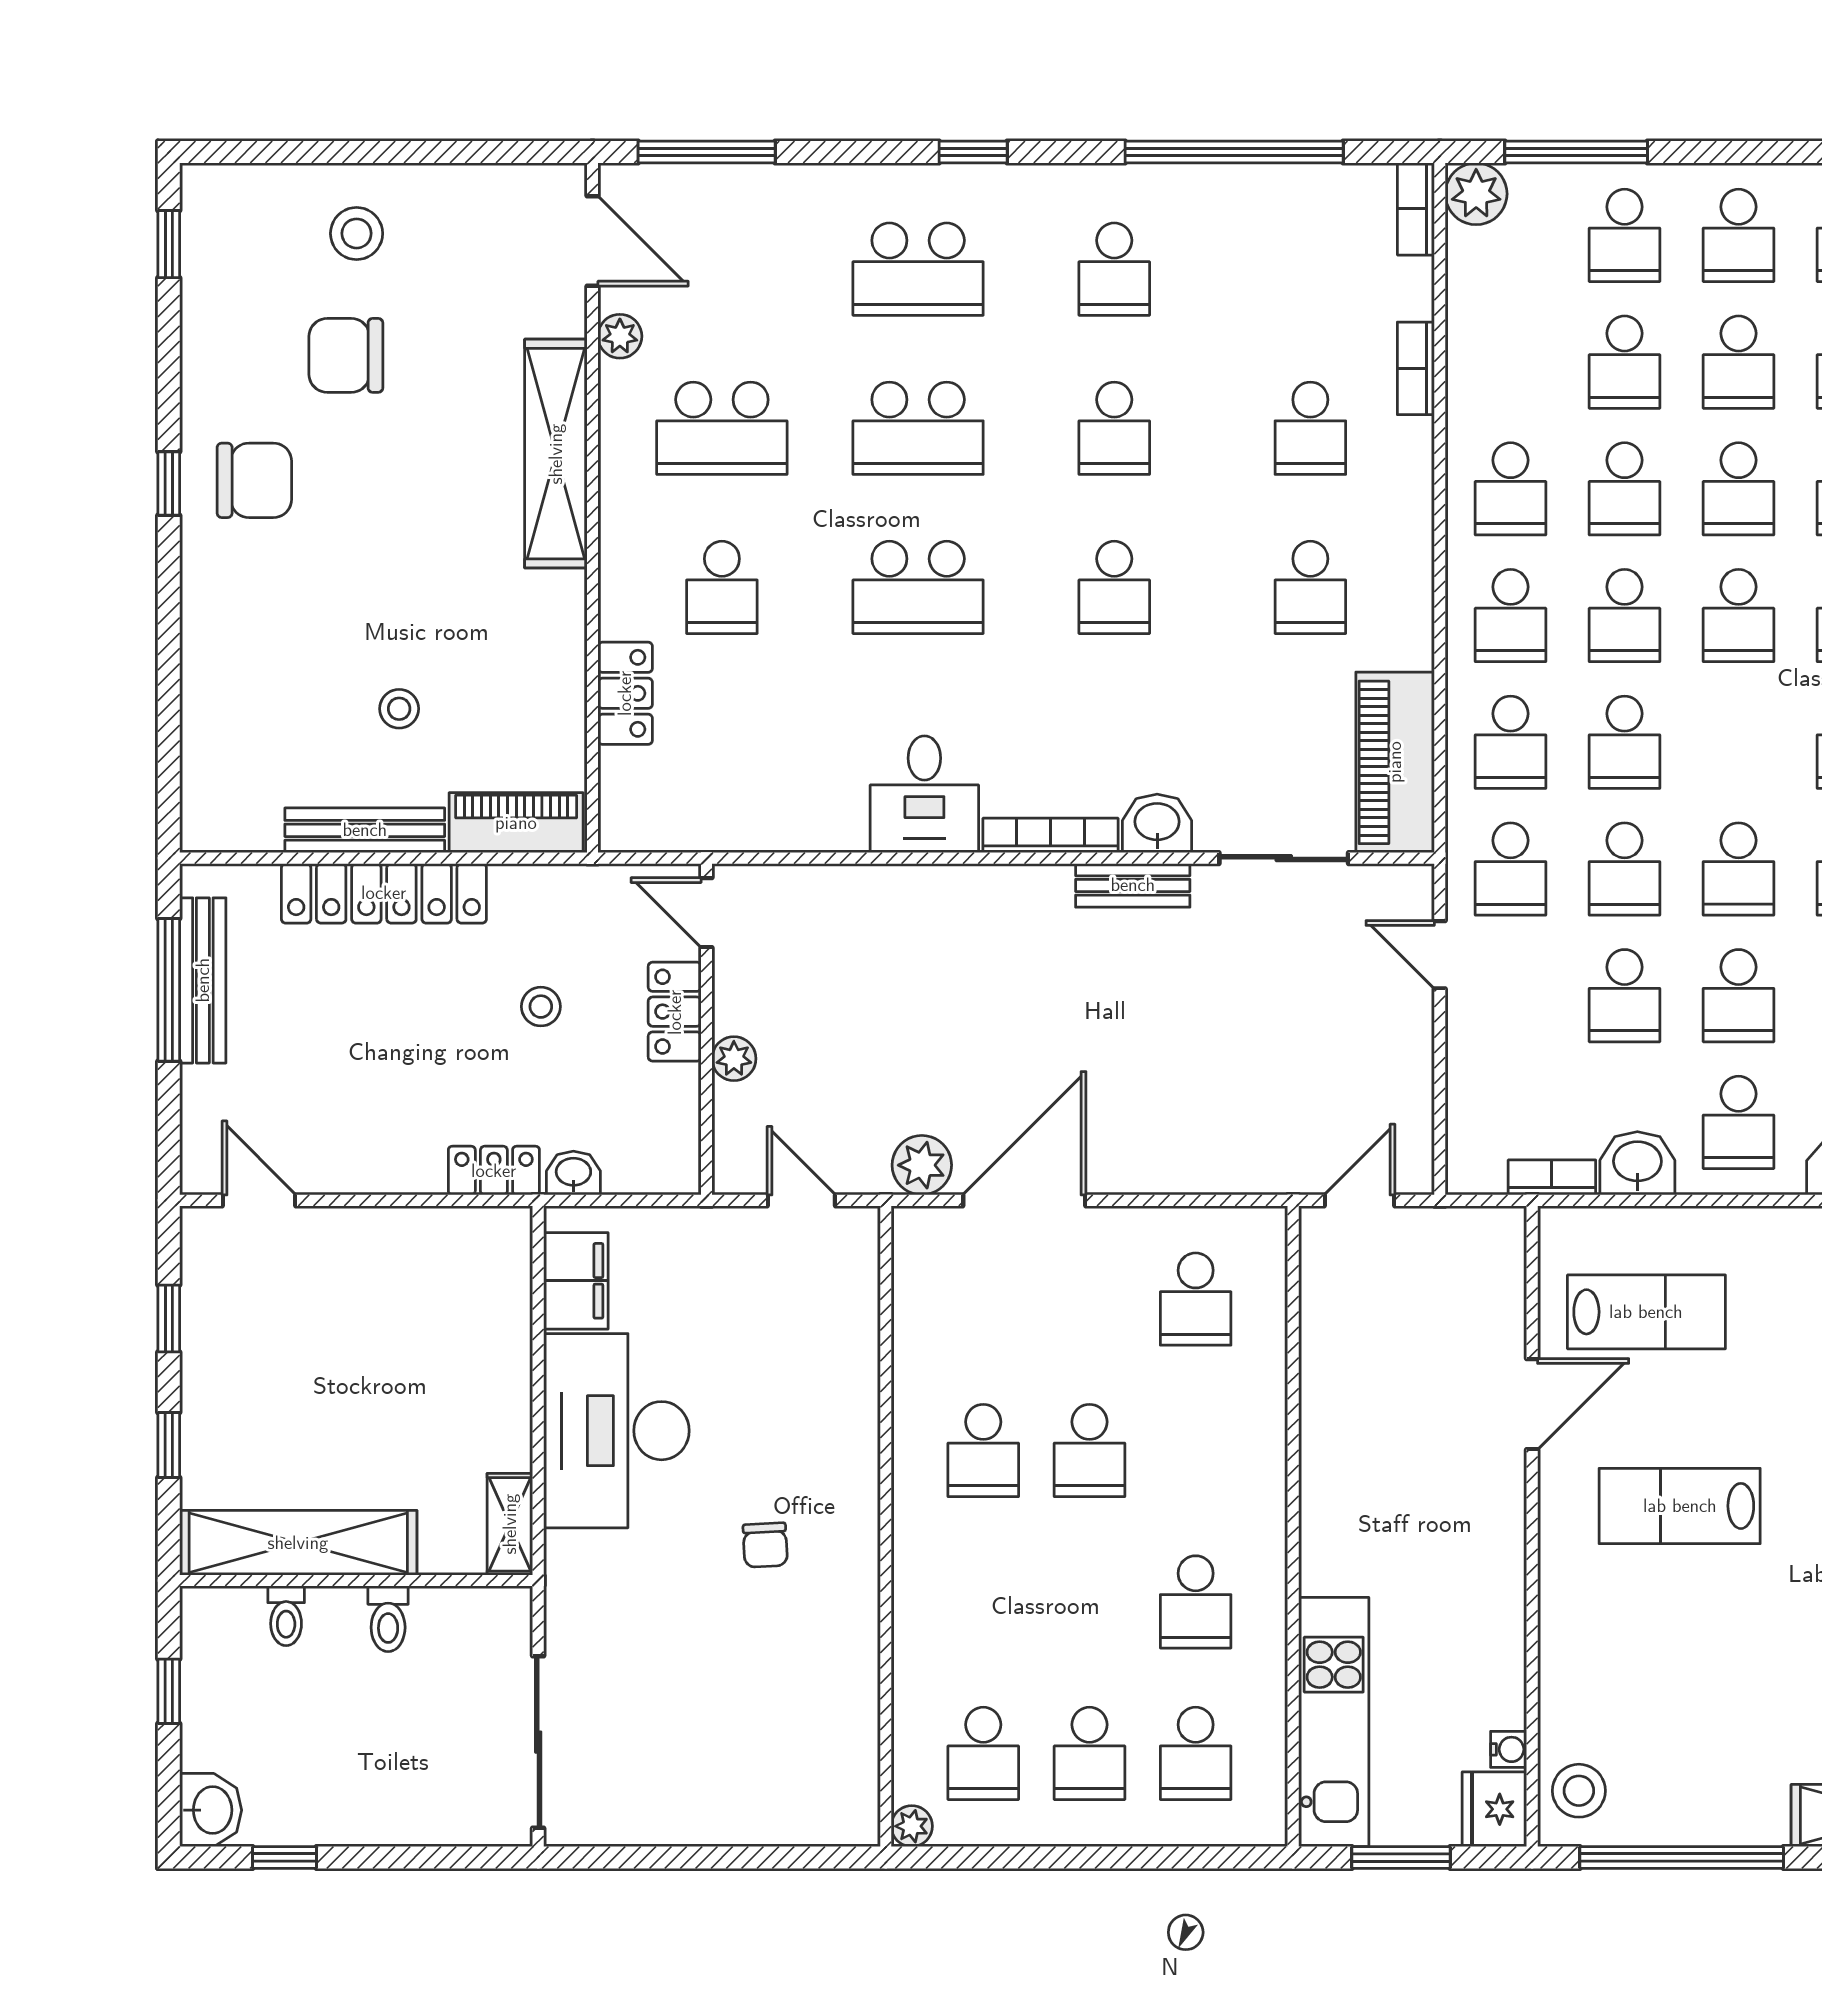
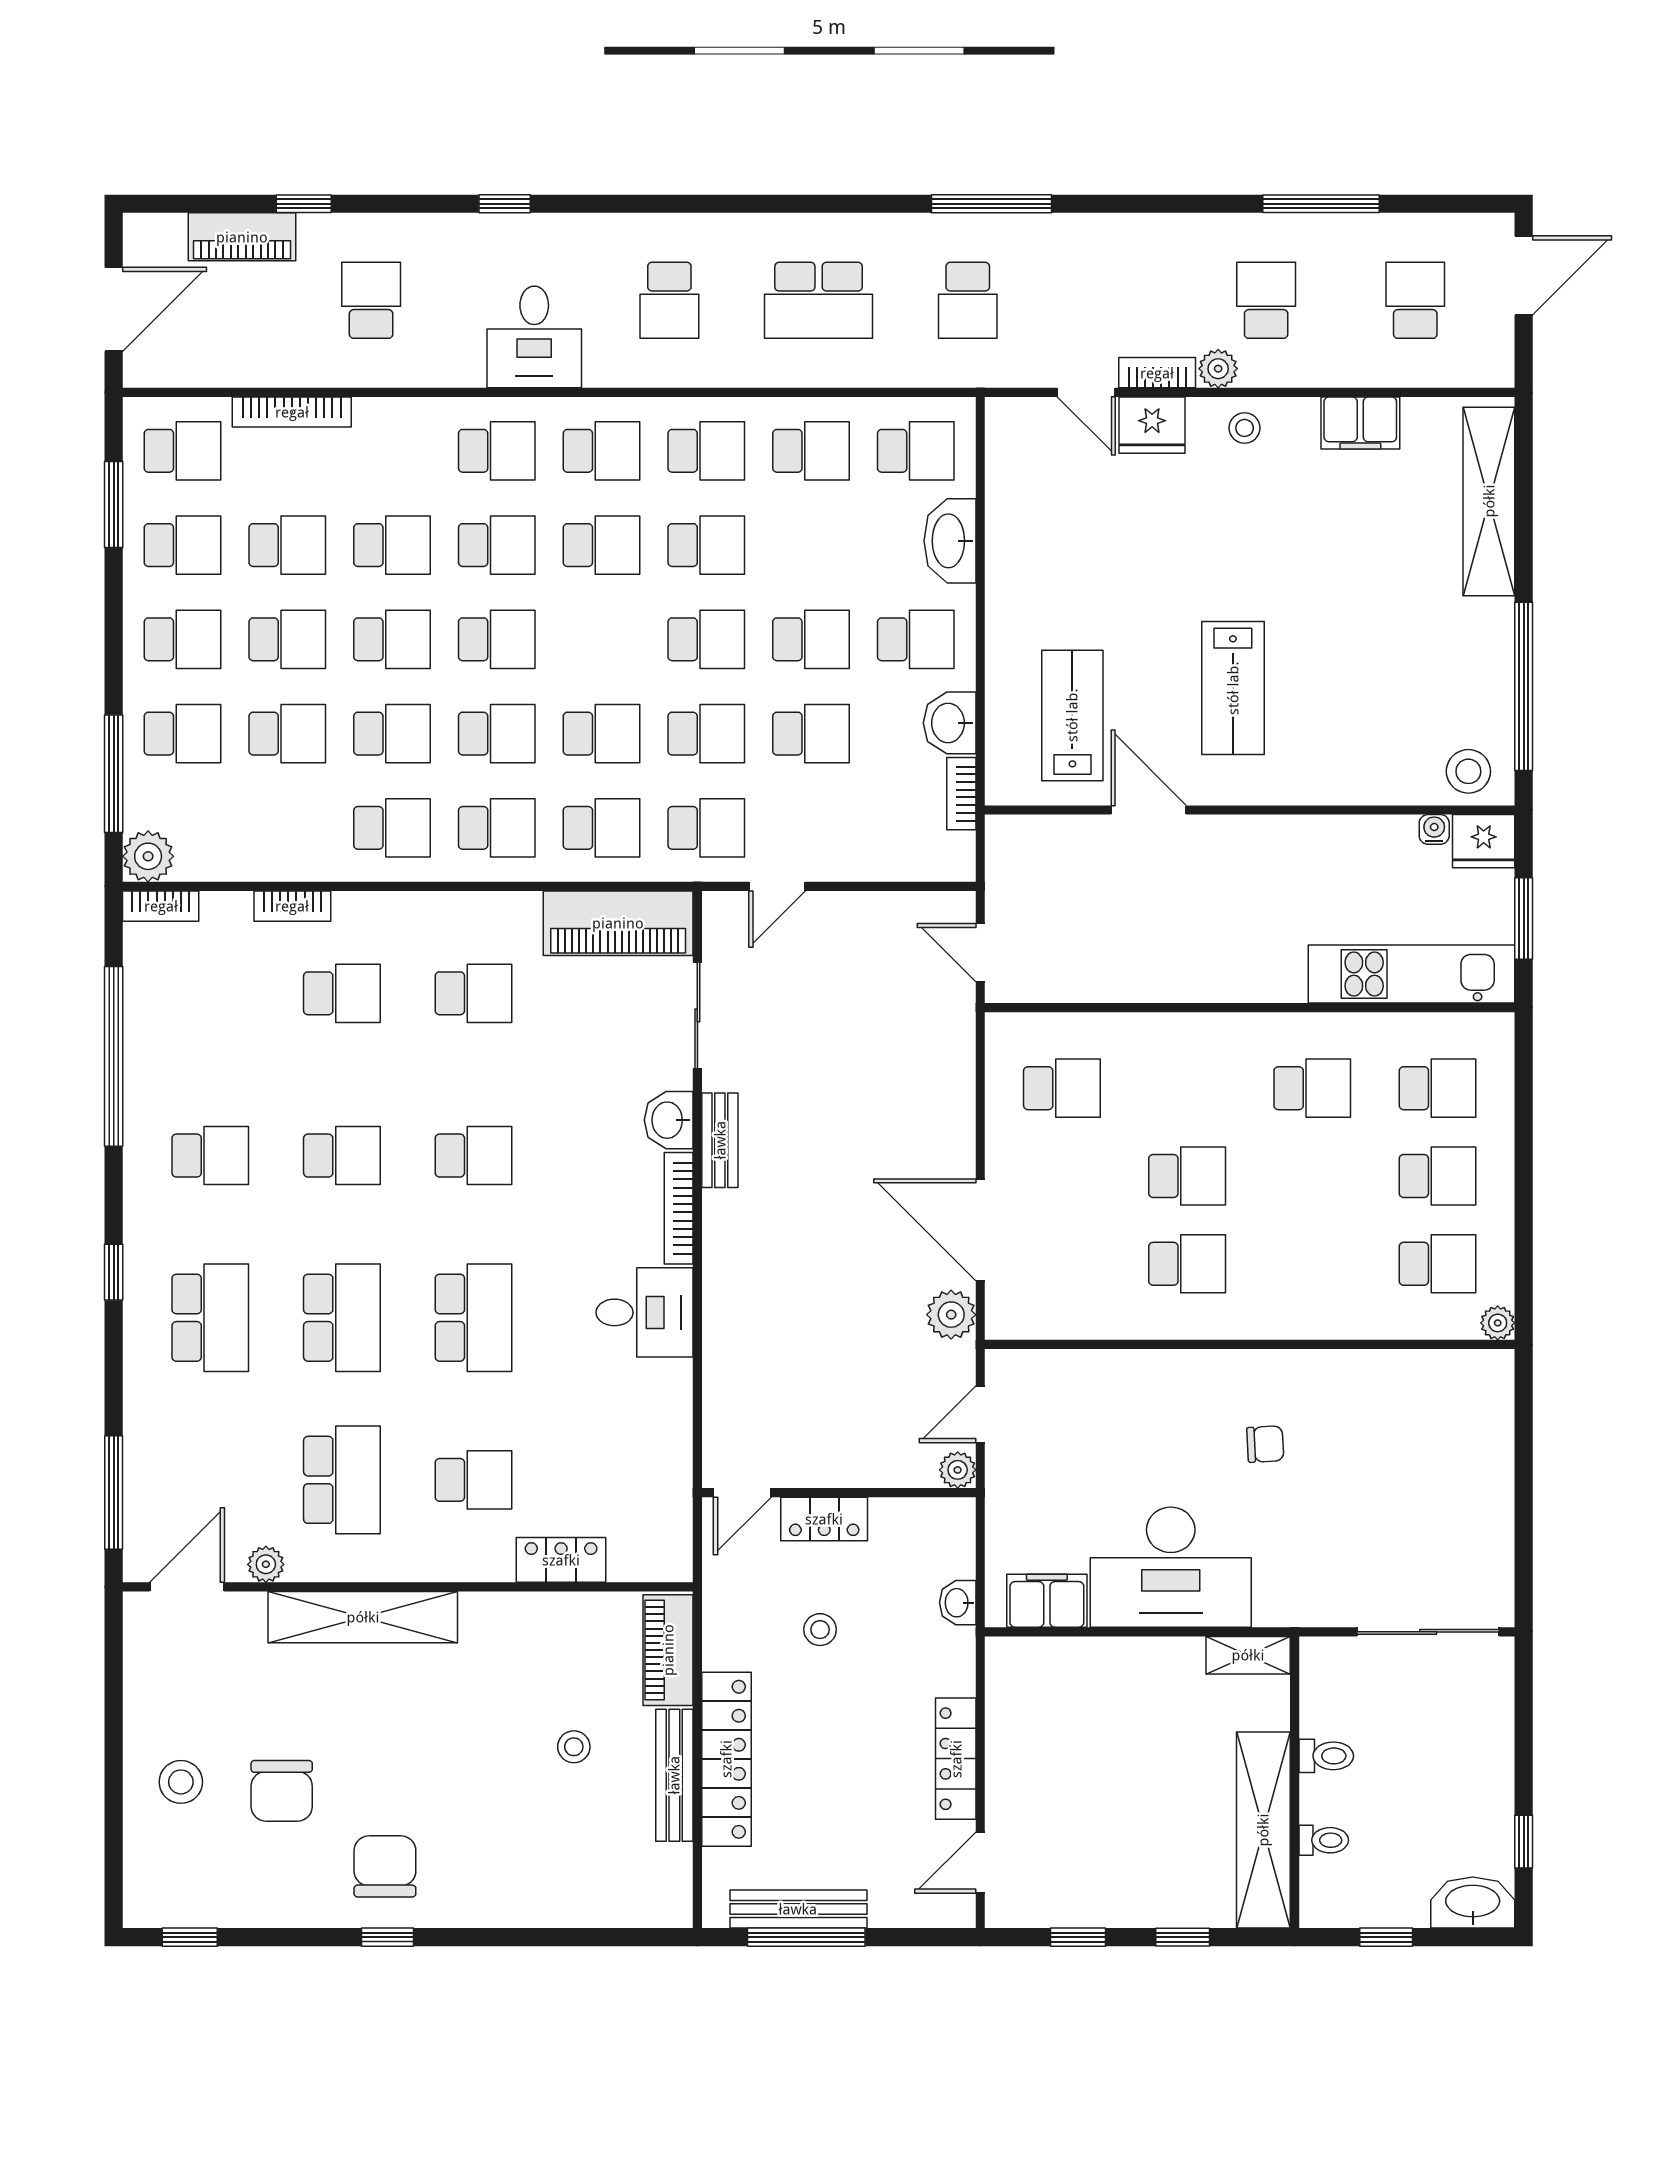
plant: (734, 1059) -> (958, 1470), moved
locker: (494, 1171) -> (956, 1759), moved, width x1.53
washbasin: (211, 1810) -> (1473, 1903), width x1.38

